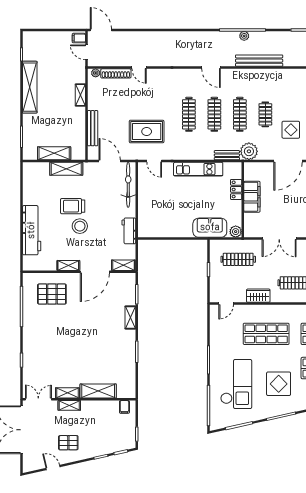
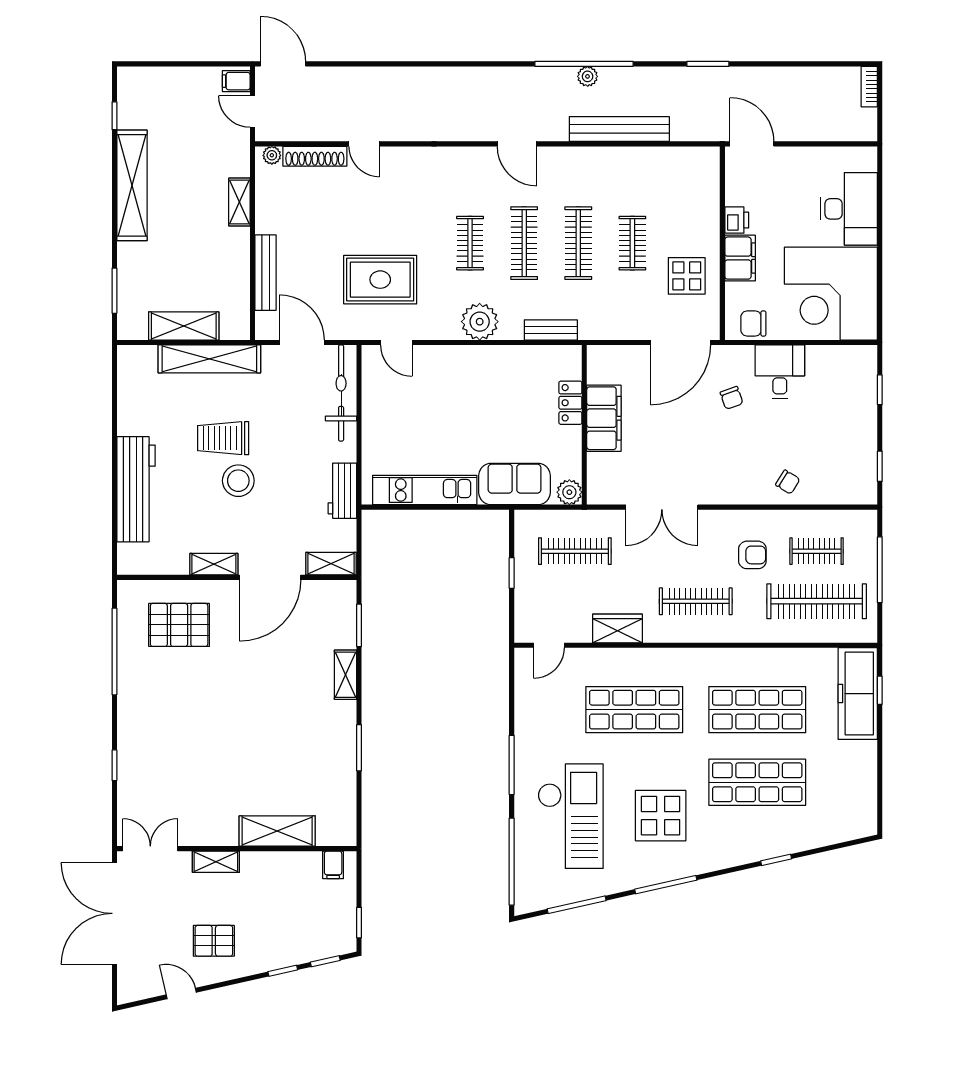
clothes rail: (189, 114) -> (470, 243), width x0.73
plant: (249, 151) -> (480, 322), moved
shelving: (66, 169) -> (209, 359), width x1.47
kitchen unit: (198, 169) -> (425, 490), moved, turned 180
shelving: (67, 393) -> (212, 835), removed

